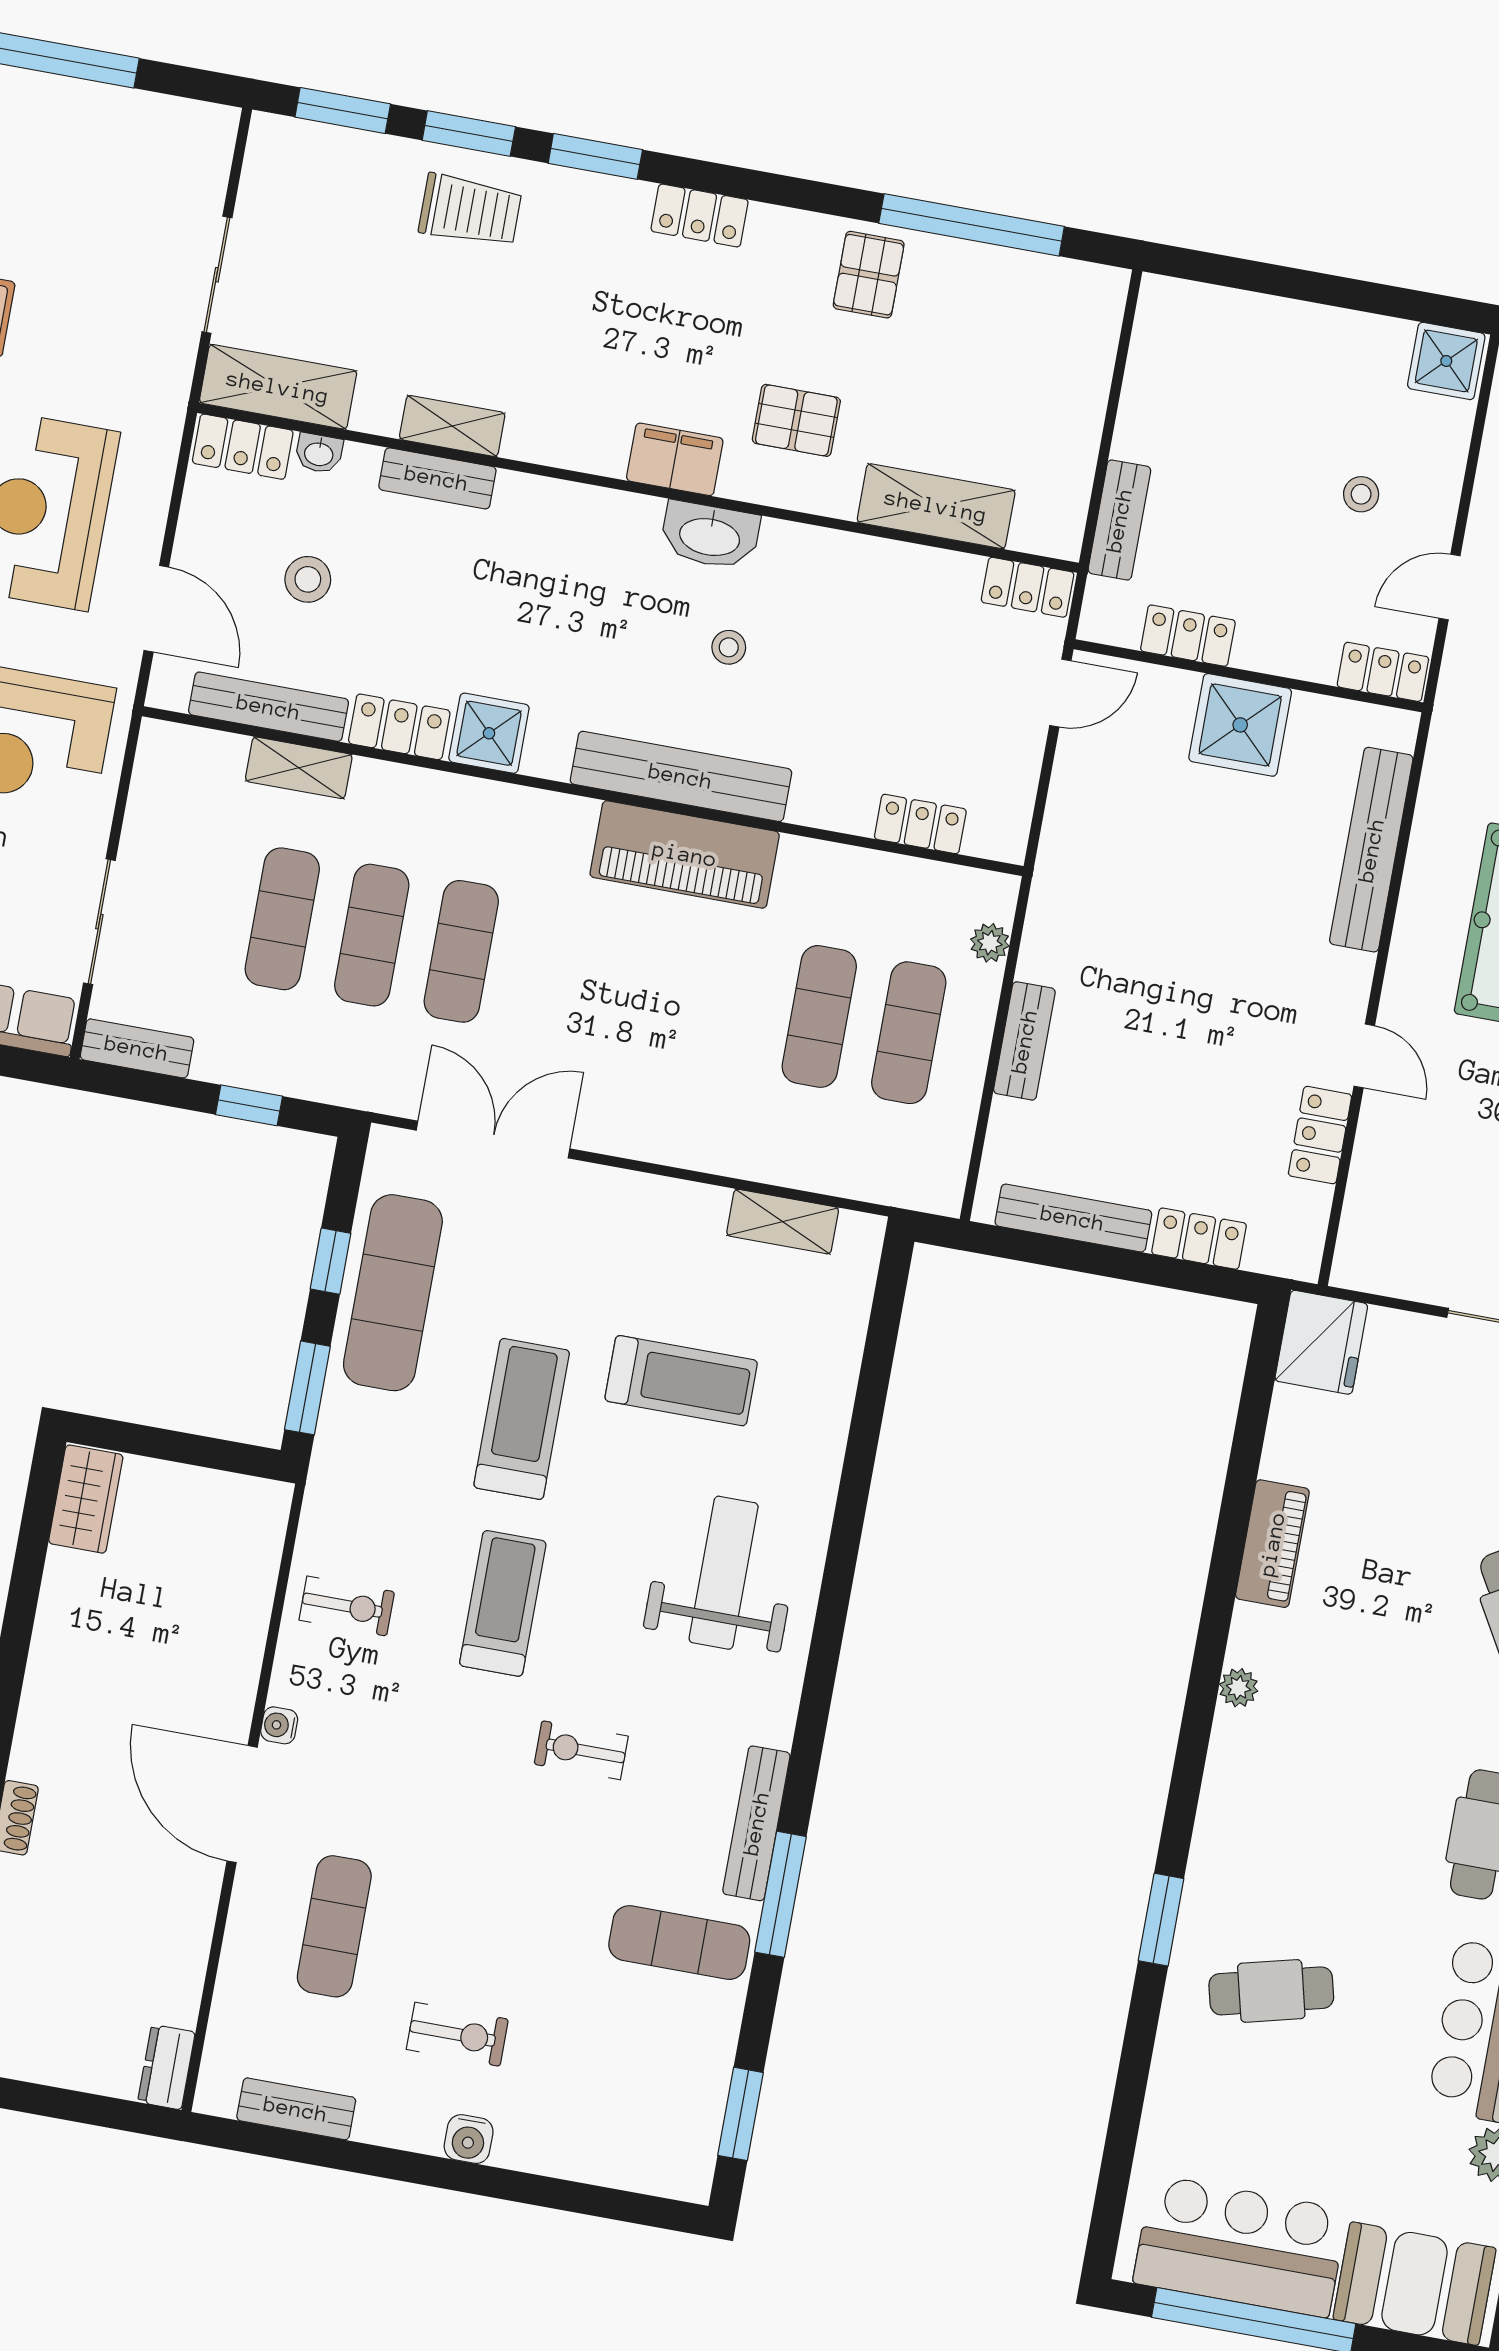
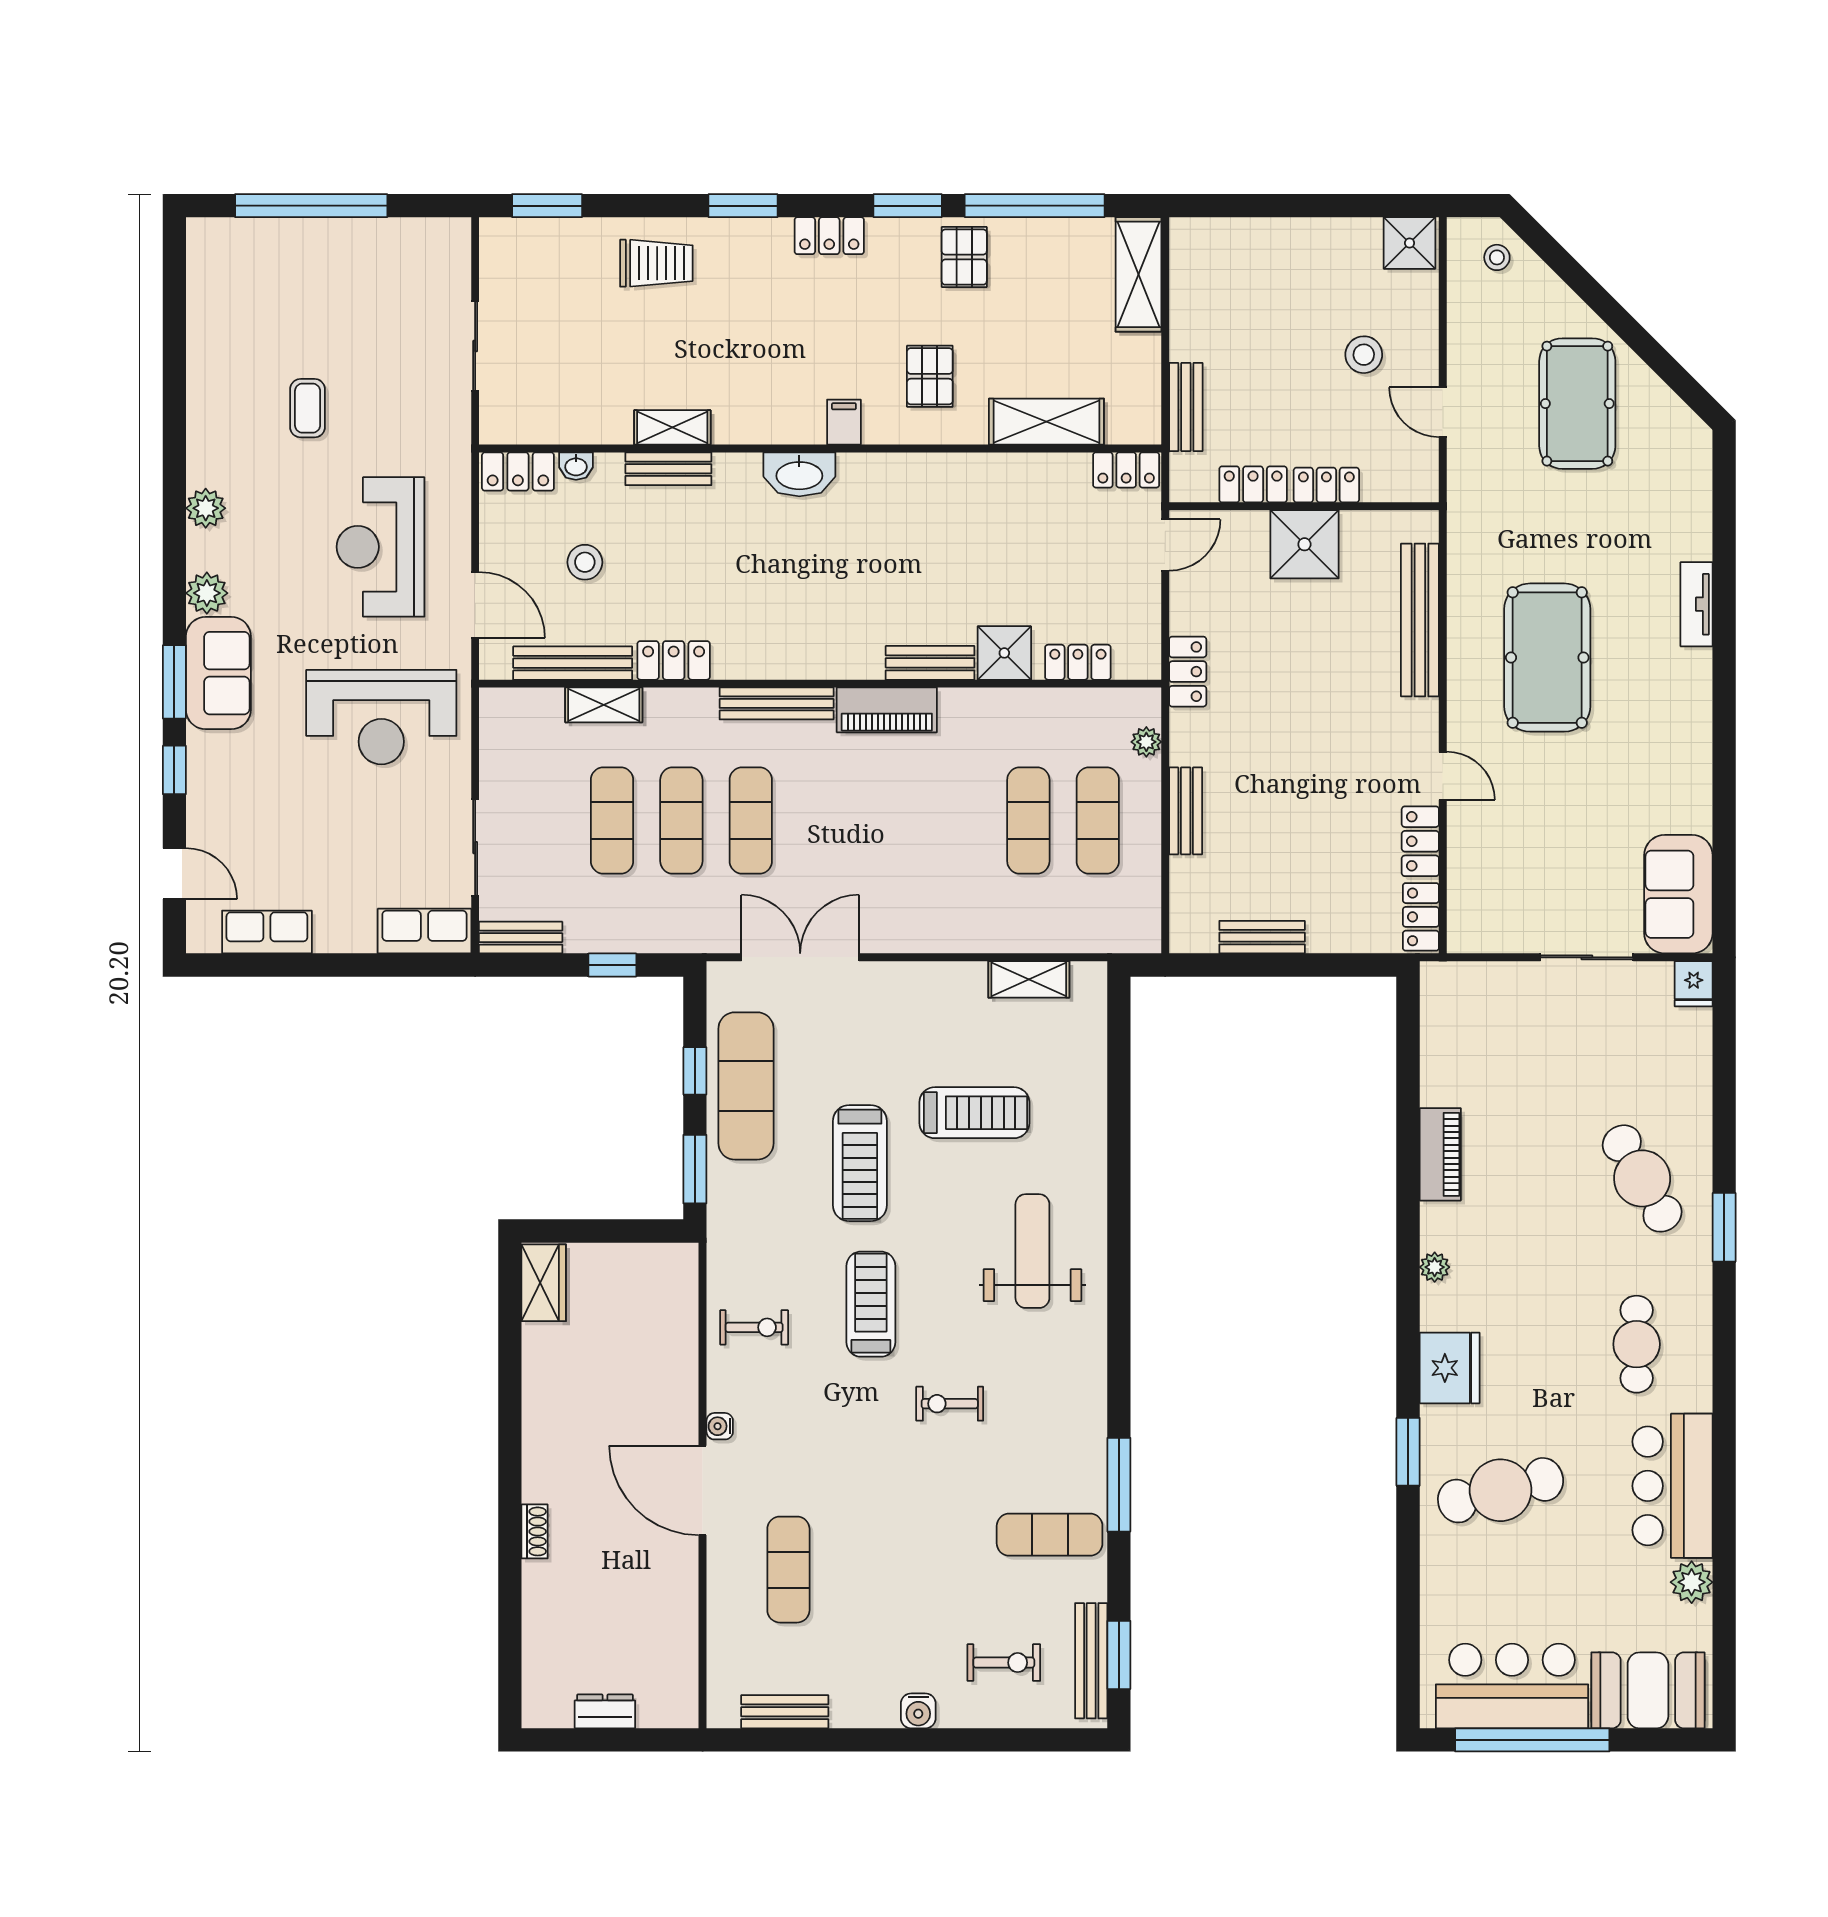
window: (469, 133) -> (908, 206), moved
shelving: (278, 387) -> (1138, 274), moved, turned 90
pallet: (796, 420) -> (930, 376), turned 90
filing cabinet: (675, 459) -> (844, 422), width x0.50
stool: (1361, 494) -> (1364, 355), width x1.37, depth x1.37
washbasin: (710, 535) -> (799, 474), moved
door: (1449, 587) -> (1443, 412), hinge flipped
stool: (729, 647) -> (910, 556), removed
locker: (1383, 672) -> (1326, 485), moved
shower: (489, 733) -> (1004, 653), moved
bench: (681, 776) -> (930, 663), width x0.54, depth x0.82
bench: (522, 806) -> (777, 703), added
piano: (685, 854) -> (887, 710), width x0.73, depth x0.75
locker: (1060, 862) -> (1188, 672), added
bench: (1073, 1218) -> (1262, 937), width x0.73
locker: (1199, 1239) -> (1421, 917), moved, turned -90
fridge: (1321, 1342) -> (1450, 1368), moved
treadmill: (522, 1419) -> (860, 1163), turned 180
bench: (756, 1823) -> (1091, 1661), moved
cafe table: (1271, 1991) -> (1501, 1490), width x1.37, depth x1.35
exercise bike: (457, 2034) -> (1004, 1663), moved
dresser: (166, 2067) -> (605, 1711), moved, turned 90

